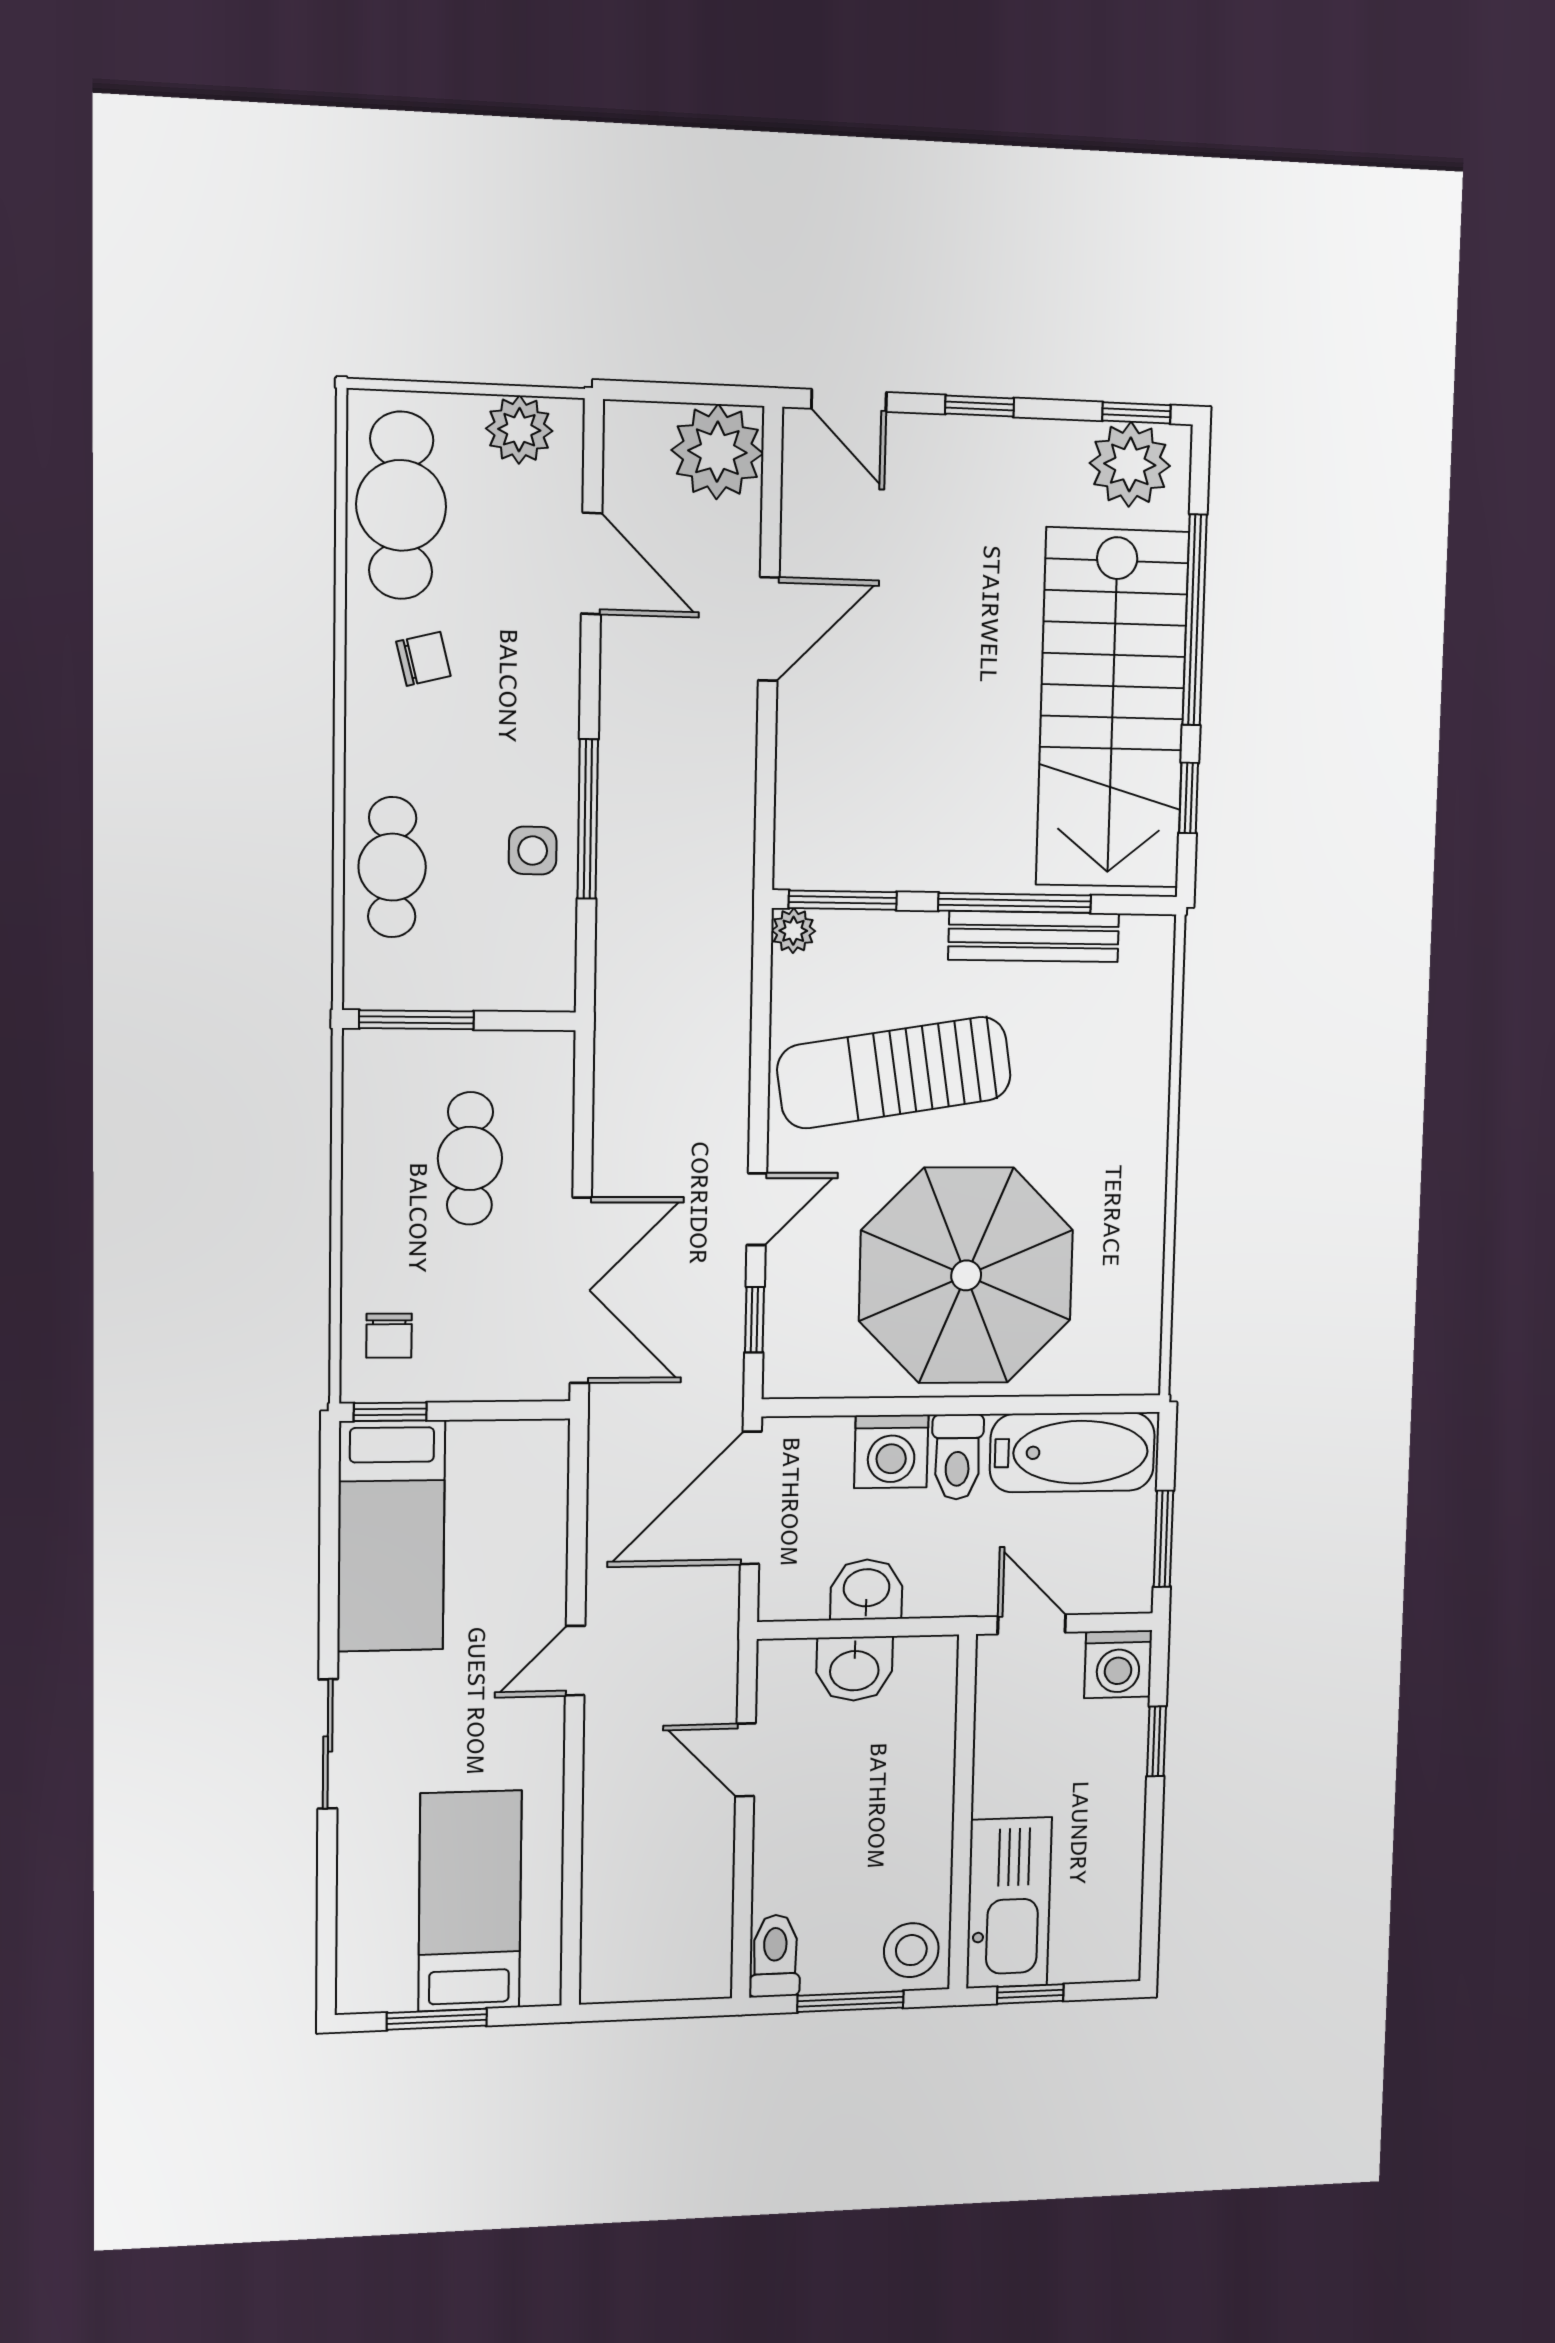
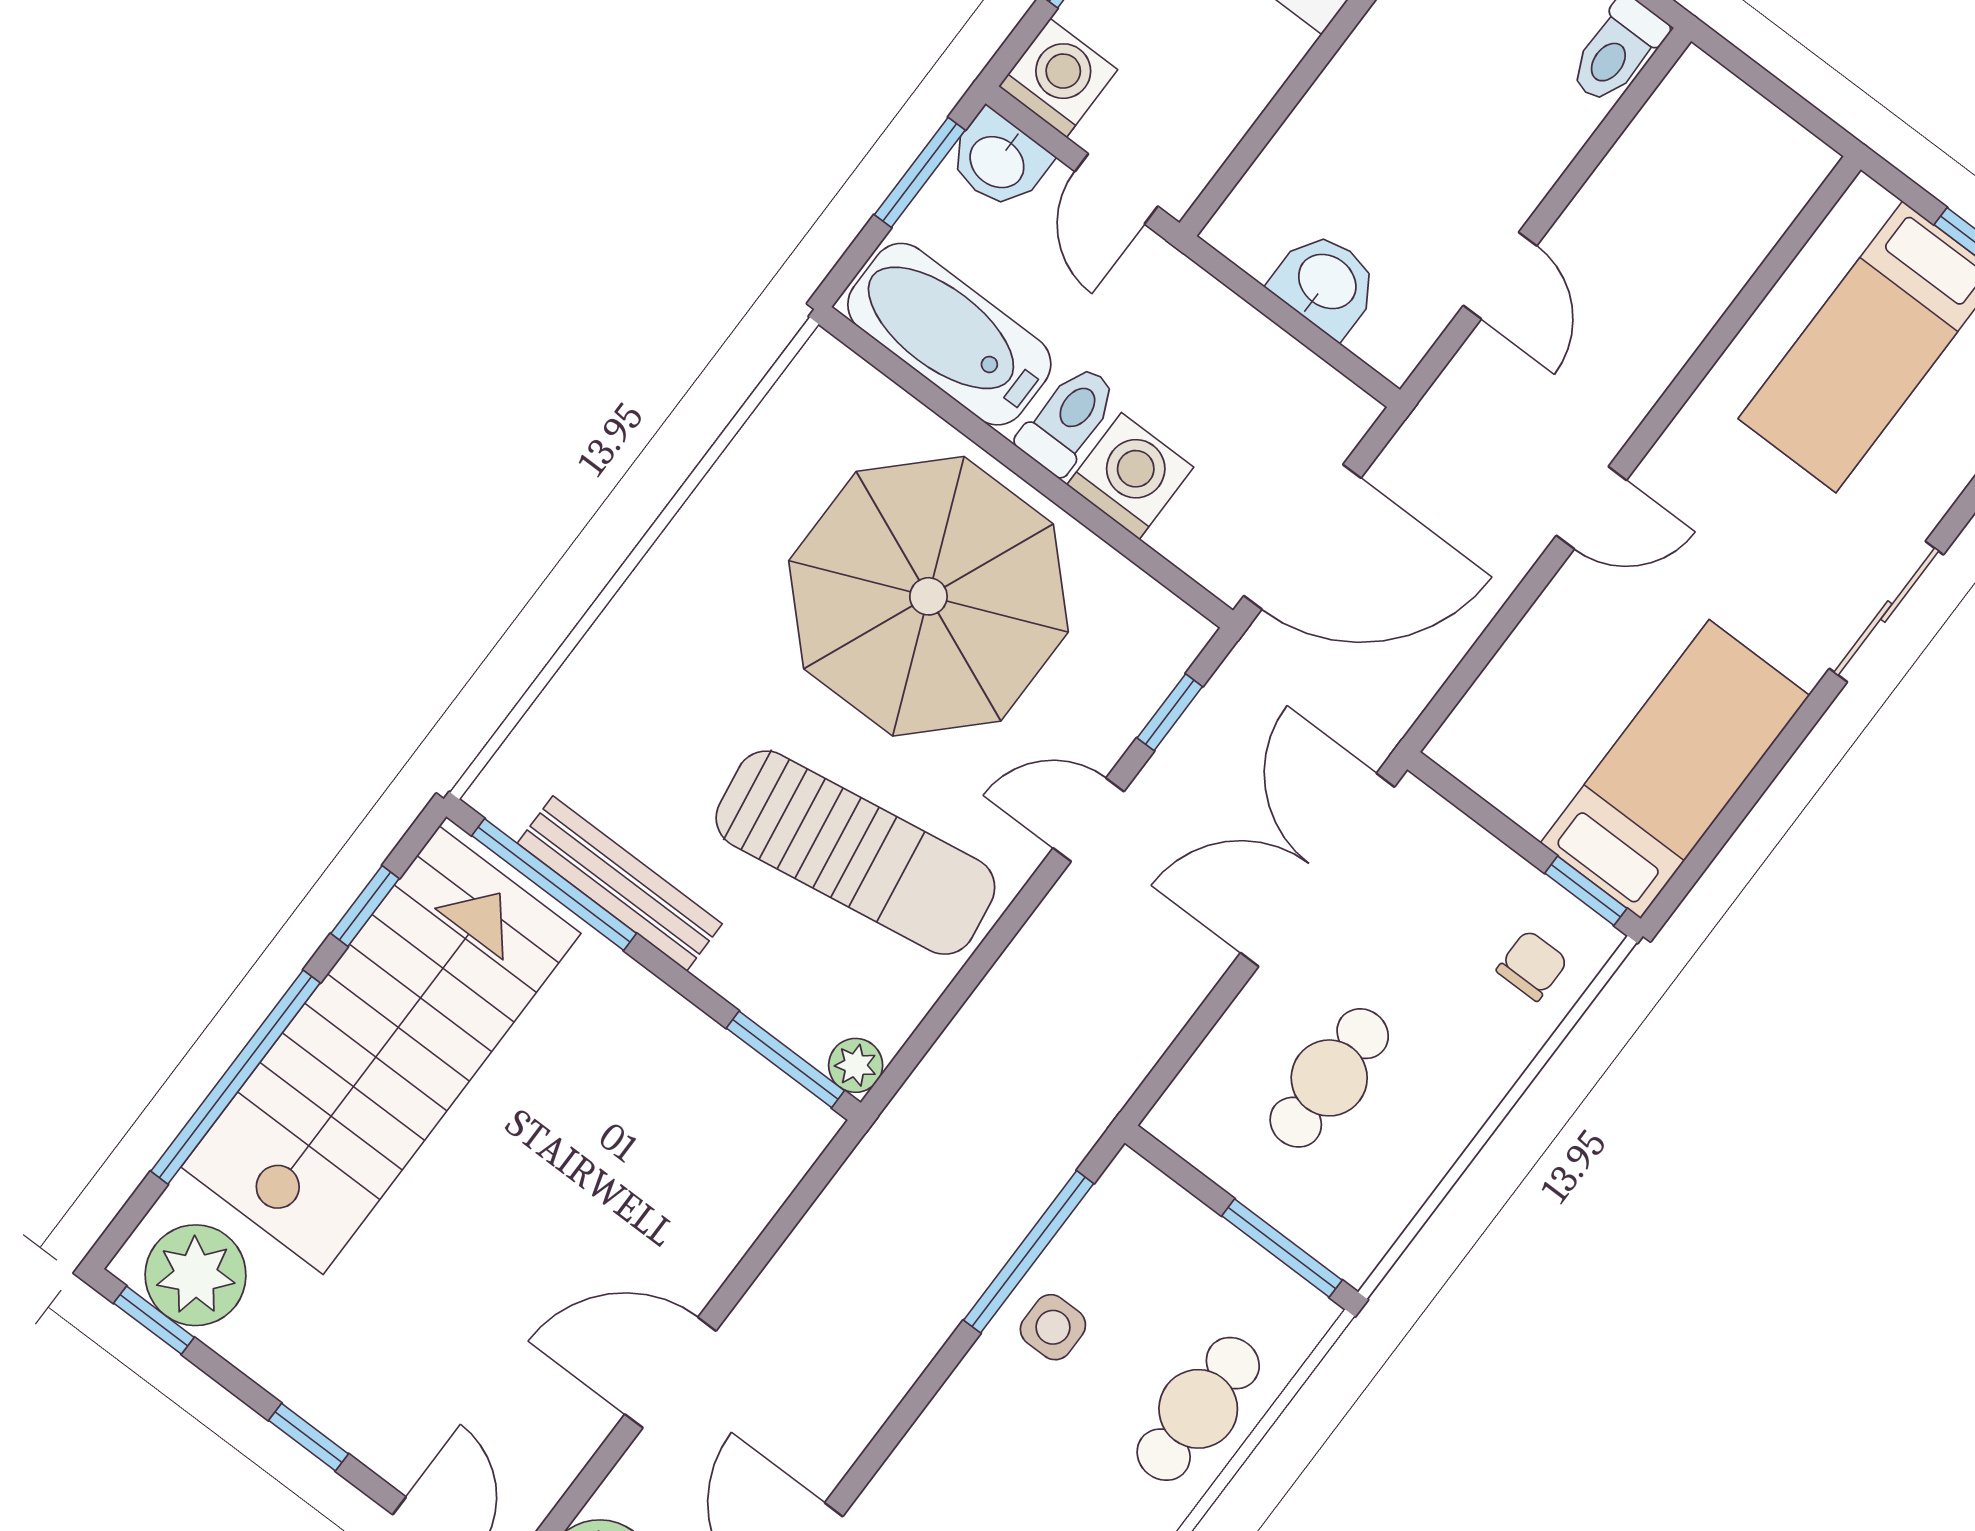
window: (588, 819) -> (1029, 1252), moved
window: (1015, 903) -> (554, 884), moved
washbasin: (866, 1590) -> (998, 160), moved

